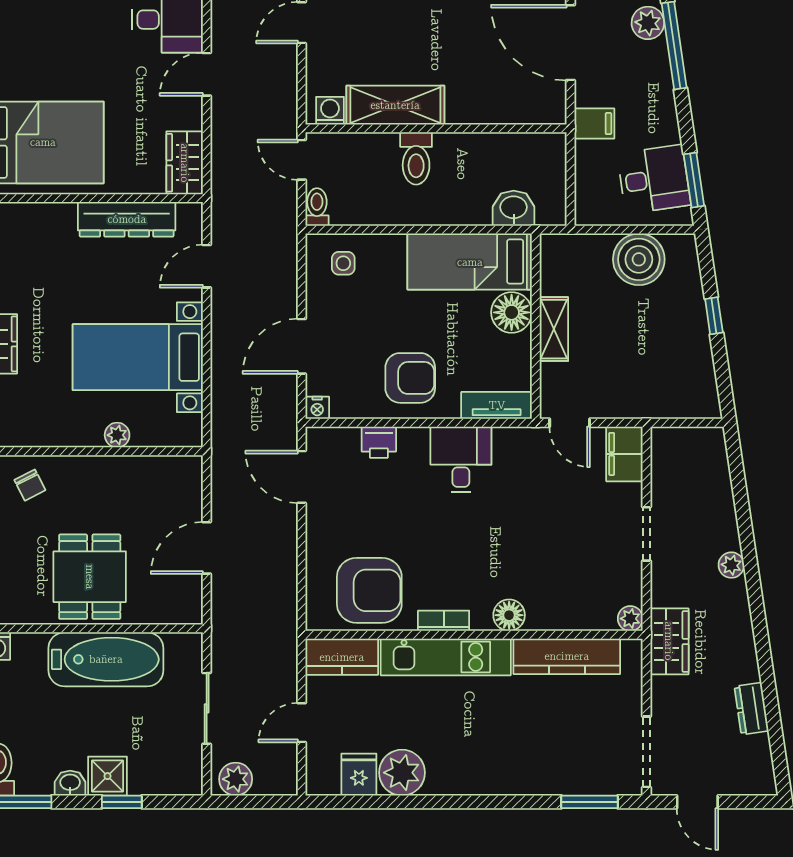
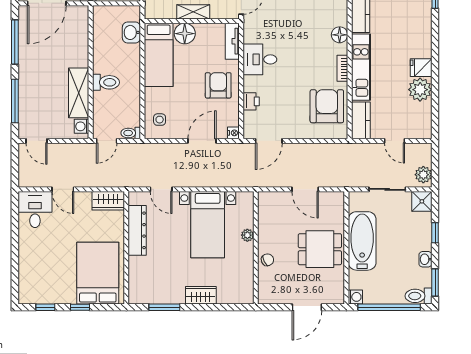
door: (302, 346) -> (202, 141), swing flipped
chair: (30, 485) -> (267, 260), moved
fridge: (359, 775) -> (421, 68), moved
shower: (107, 776) -> (422, 201), moved

